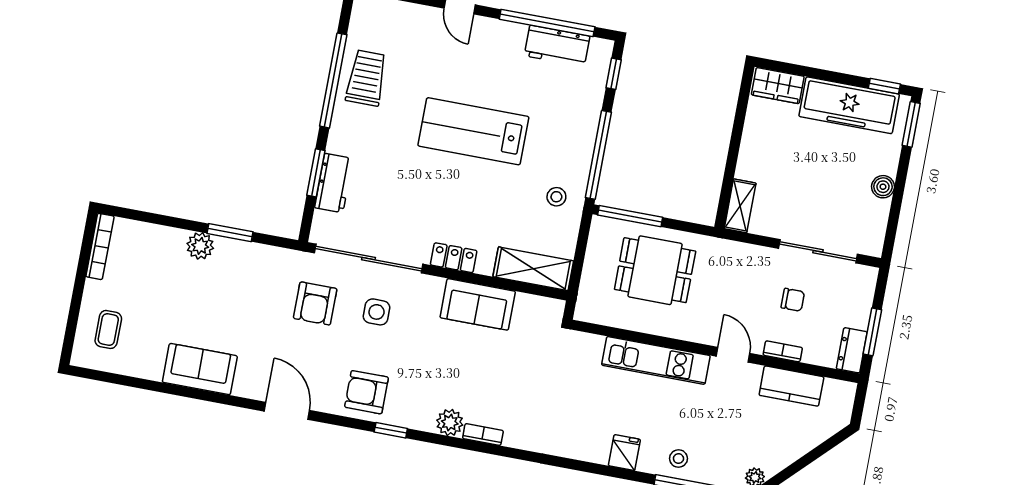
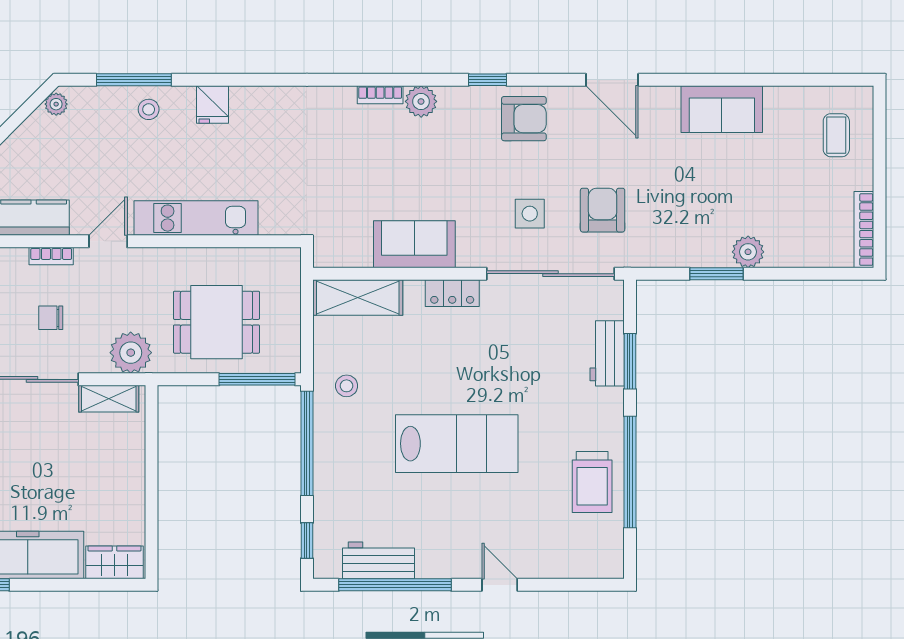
shelving: (740, 206) -> (109, 399), moved, turned 90
plant: (731, 258) -> (131, 353), added
door: (733, 355) -> (108, 241), swing flipped

